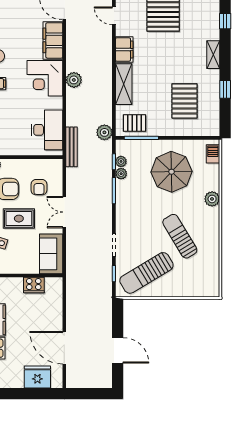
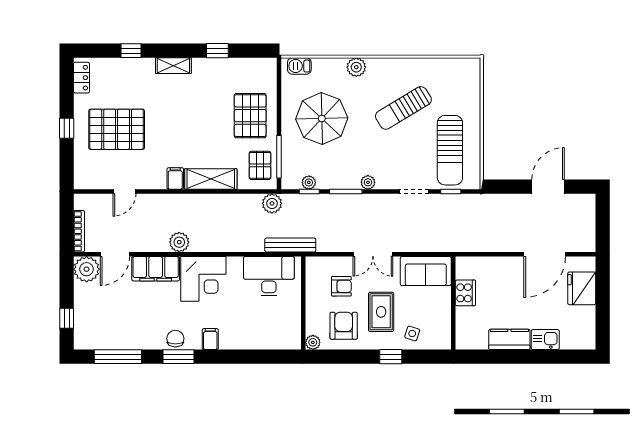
filing cabinet: (124, 49) -> (175, 178), width x0.50
plant: (74, 80) -> (179, 242), moved
pallet: (184, 101) -> (250, 116), moved, turned 90
plant: (121, 174) -> (368, 182), moved
sun lounger: (146, 273) -> (450, 150), turned 31

